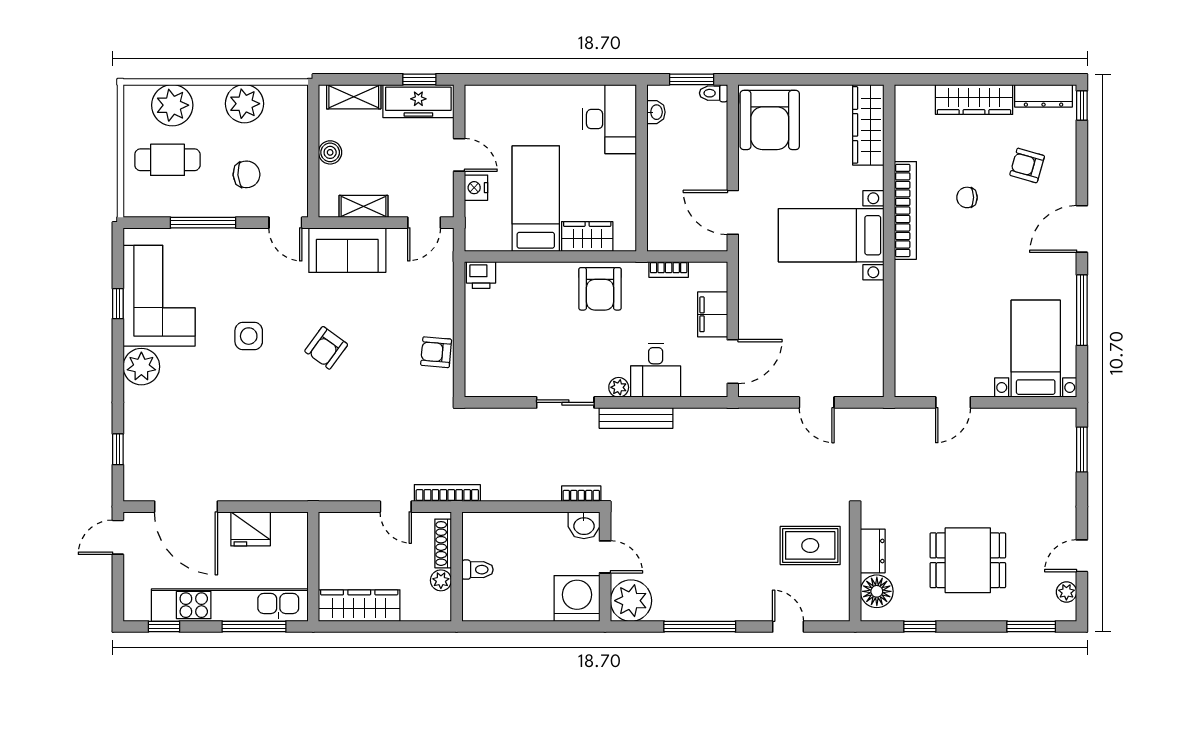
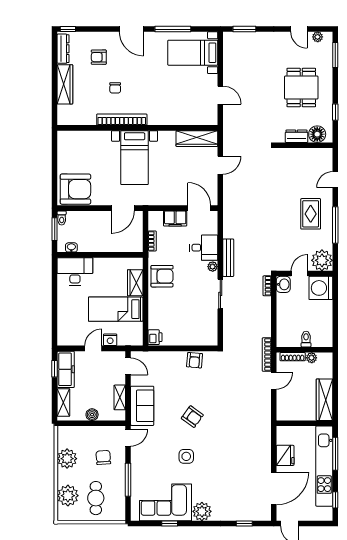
wardrobe: (868, 125) -> (197, 139), moved
armchair: (1027, 165) -> (99, 57), turned 74
rug: (810, 545) -> (311, 214), moved

